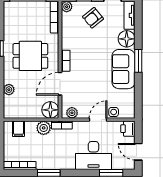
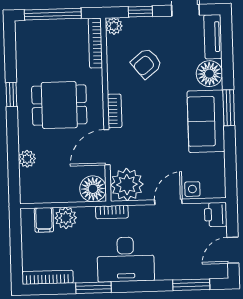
armchair: (93, 18) -> (146, 63), moved
plant: (72, 113) -> (127, 185), width x1.87, depth x1.87
plant: (44, 128) -> (66, 218), moved
door: (138, 152) -> (233, 250), hinge flipped
desk: (93, 156) -> (126, 259), moved

